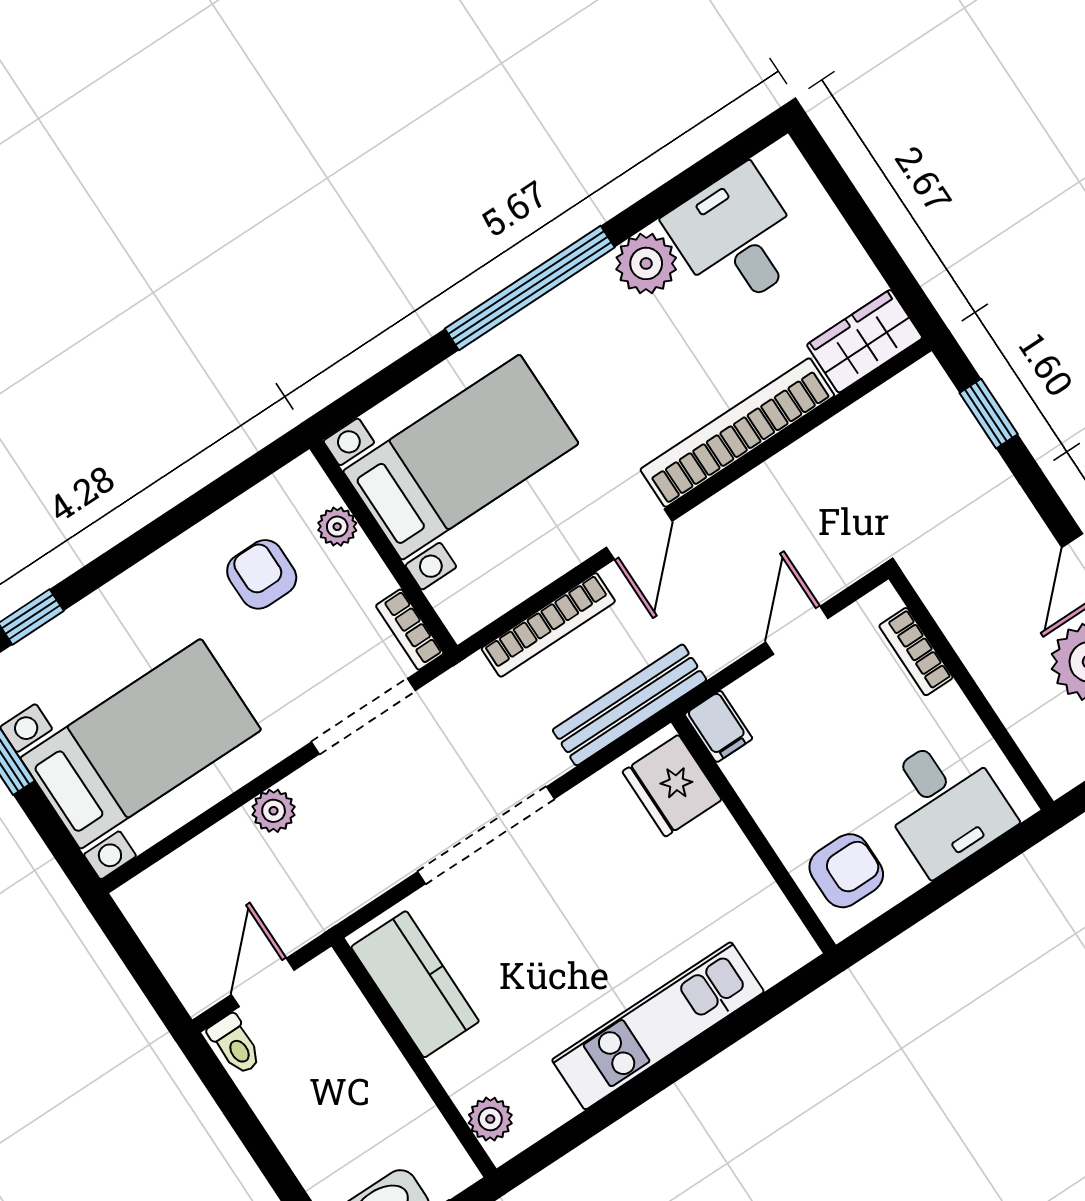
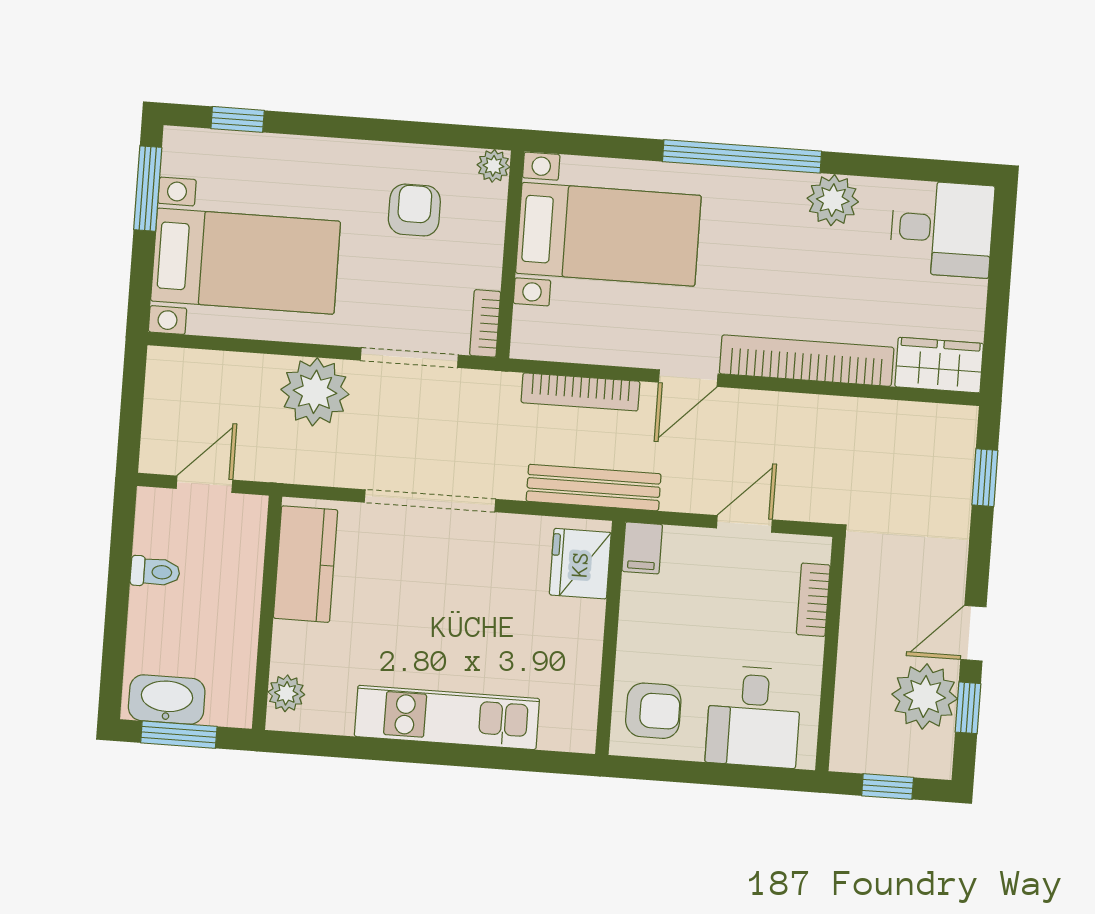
desk: (737, 238) -> (942, 229), moved, turned 90
plant: (337, 527) -> (493, 166), moved
plant: (274, 811) -> (315, 392), width x1.88, depth x1.88
toilet: (235, 1045) -> (155, 572), moved, turned -90

